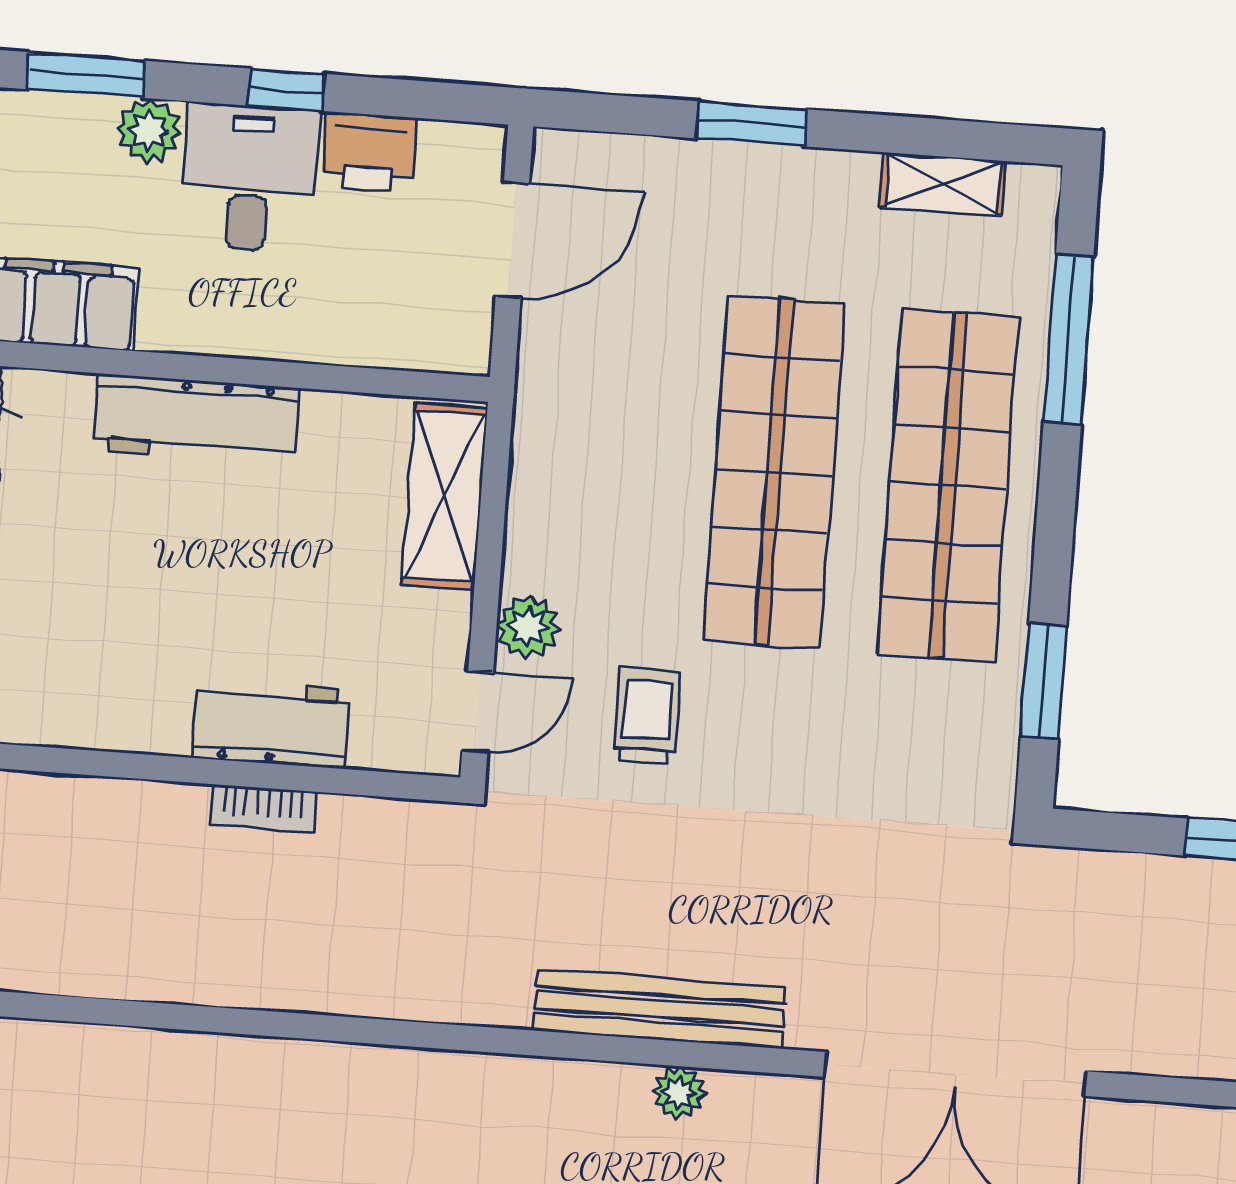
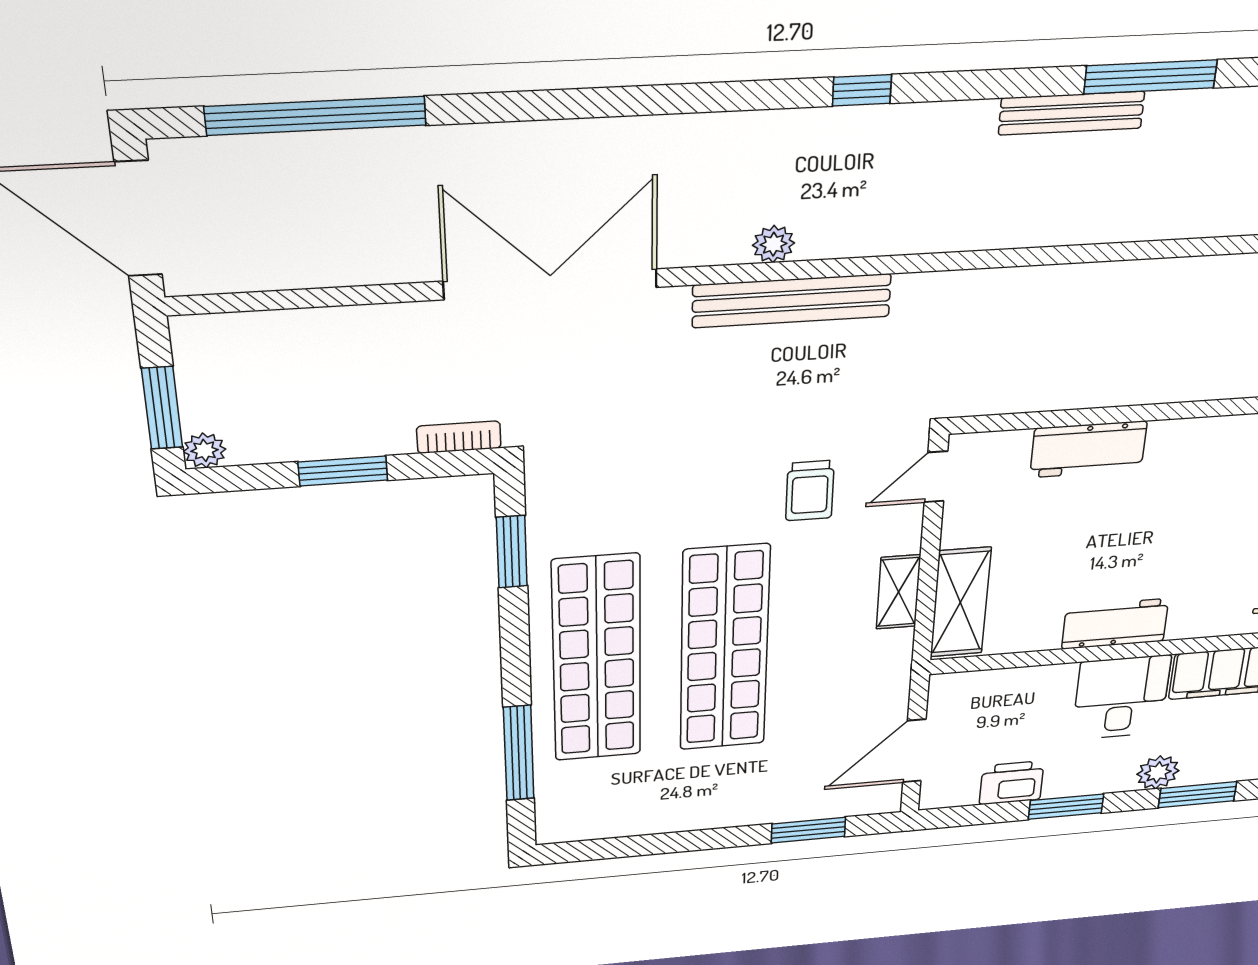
window: (286, 90) -> (1066, 807), width x1.50
window: (752, 124) -> (808, 830), moved
desk: (250, 178) -> (1121, 698), moved, turned 180
shelving: (943, 184) -> (898, 592), moved, turned 90
workbench: (196, 419) -> (1115, 624), width x0.73
plant: (528, 627) -> (899, 534), removed
bookcase: (263, 809) -> (459, 437), moved

